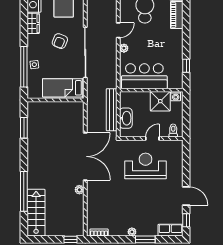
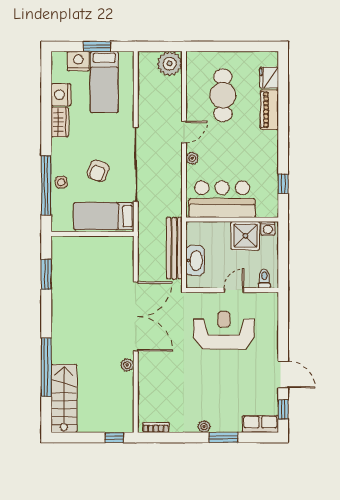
armchair: (60, 41) -> (98, 171), moved

